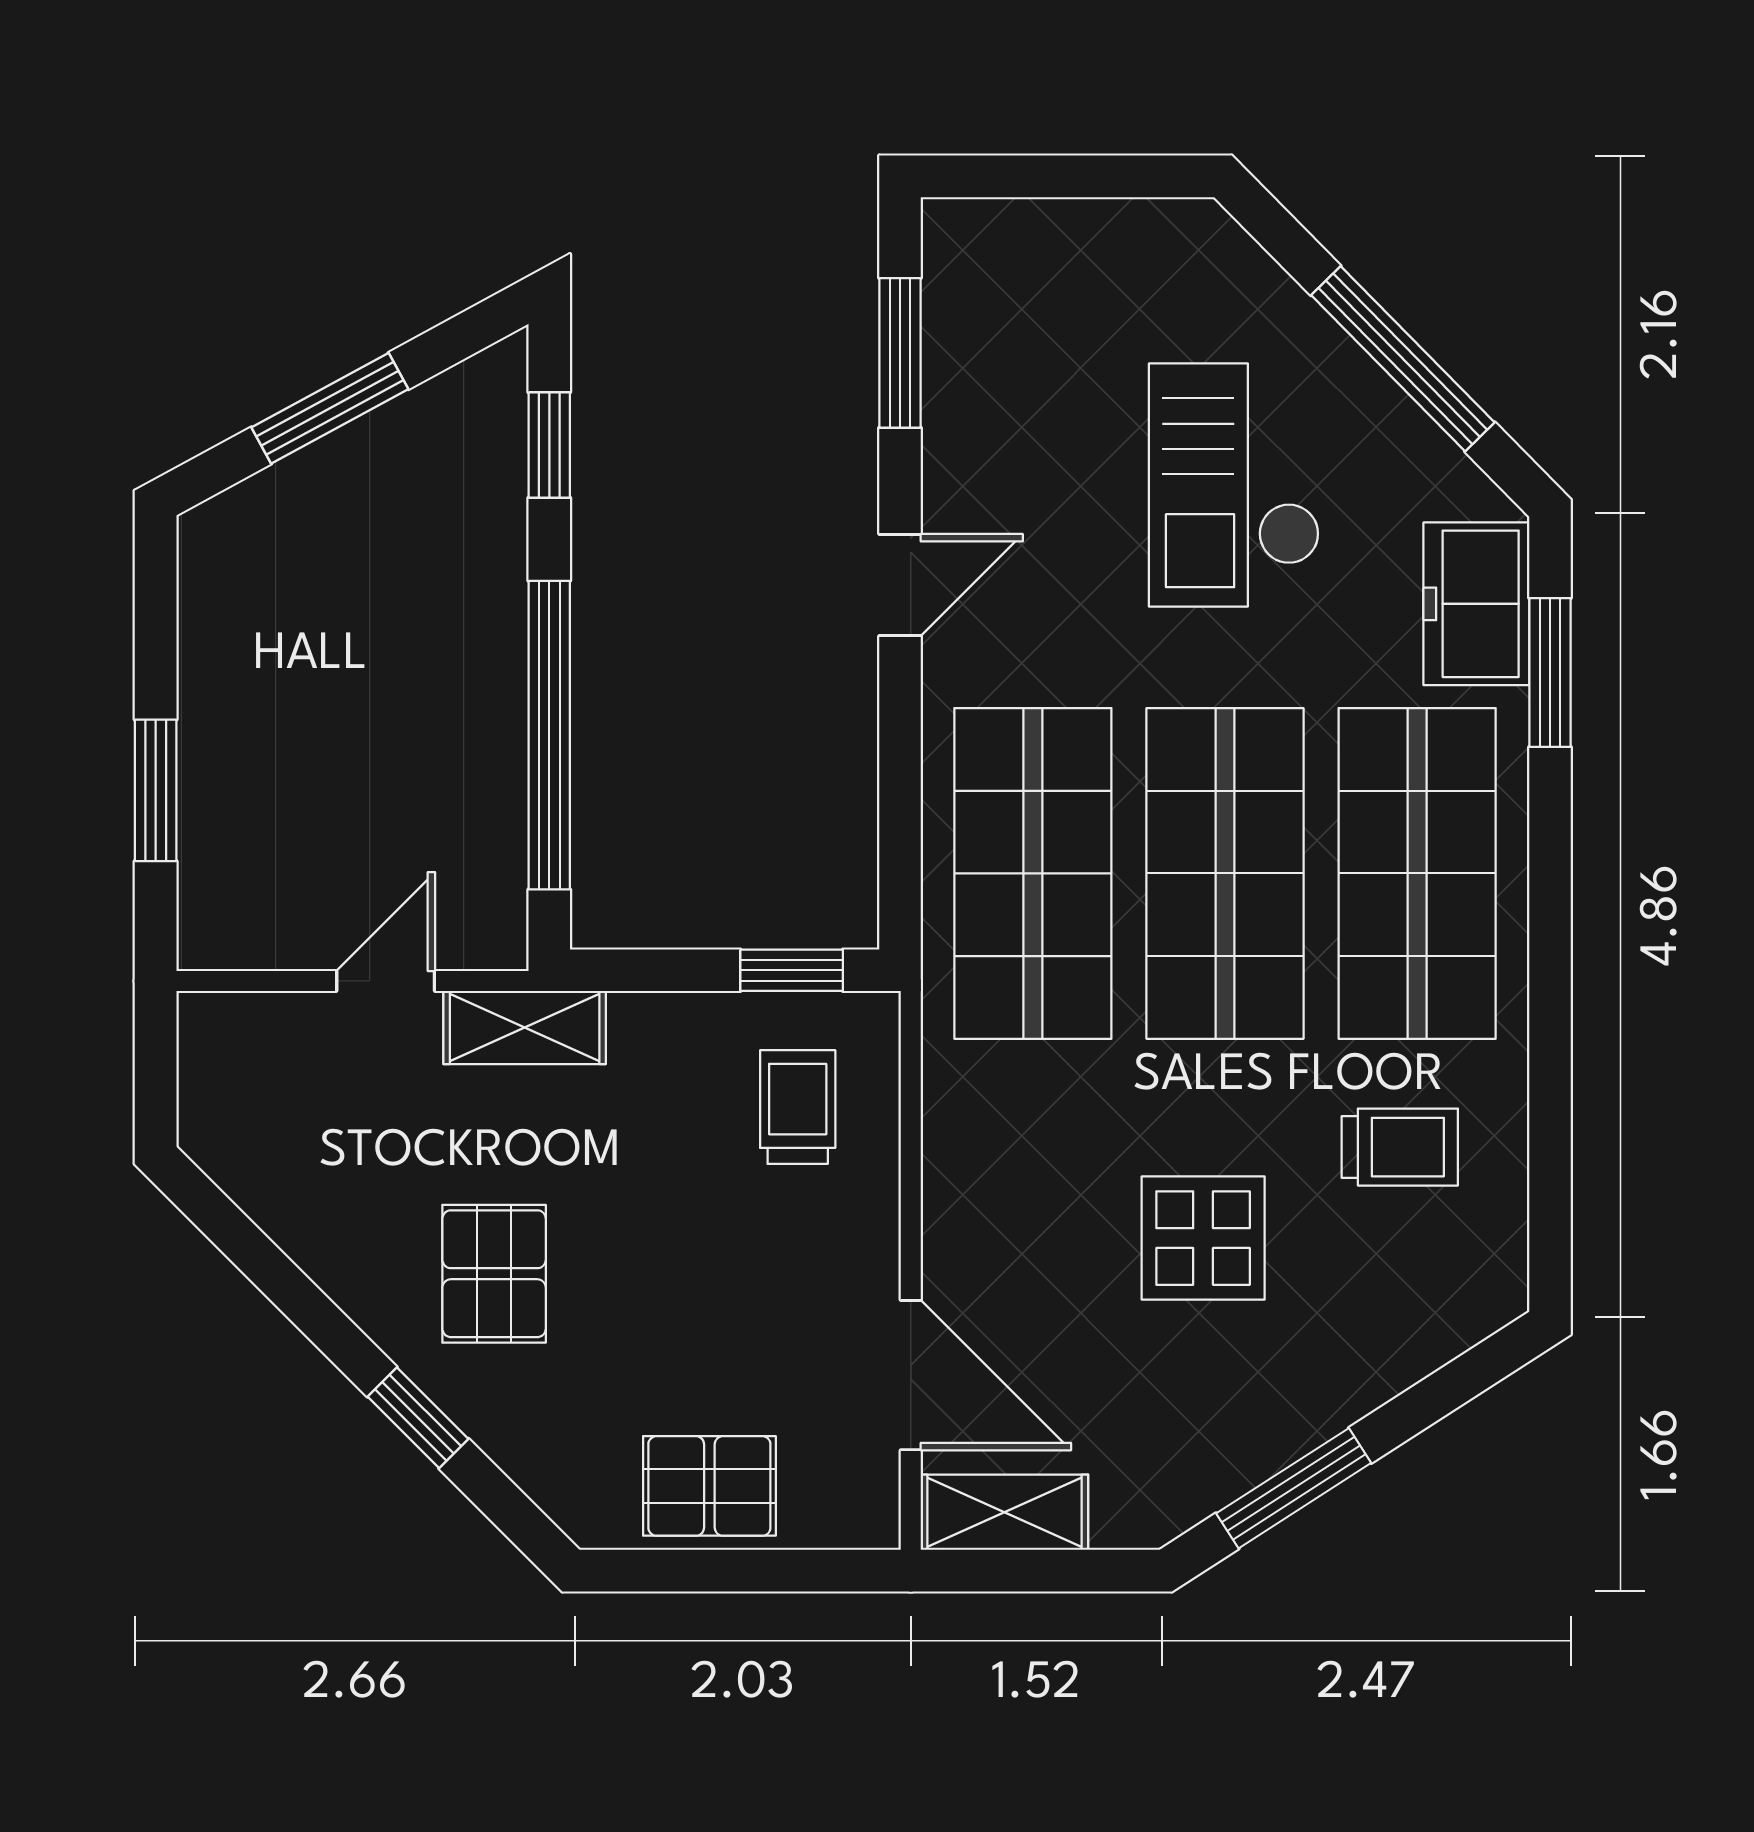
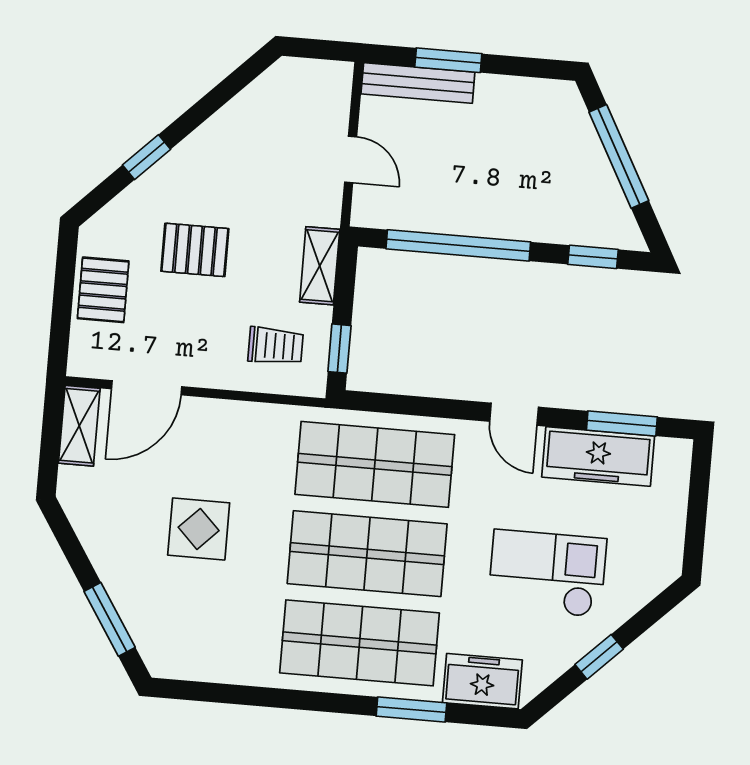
window: (1403, 359) -> (599, 657), width x0.46
freezer: (975, 398) -> (598, 456), added
window: (330, 408) -> (619, 156), width x1.44
window: (1550, 672) -> (411, 710), moved
bench: (210, 851) -> (418, 83), added
shelving: (525, 1027) -> (320, 266), moved
trolley: (1400, 1147) -> (233, 624), removed
pallet: (494, 1274) -> (195, 250), moved
window: (1294, 1488) -> (110, 619), moved

